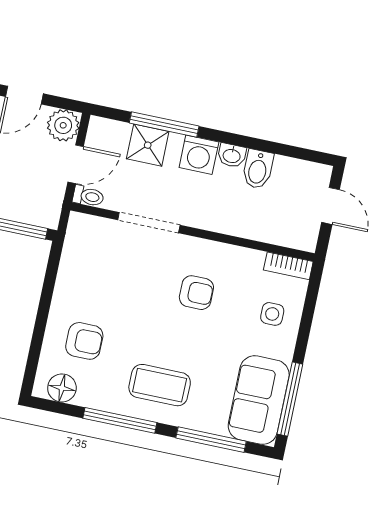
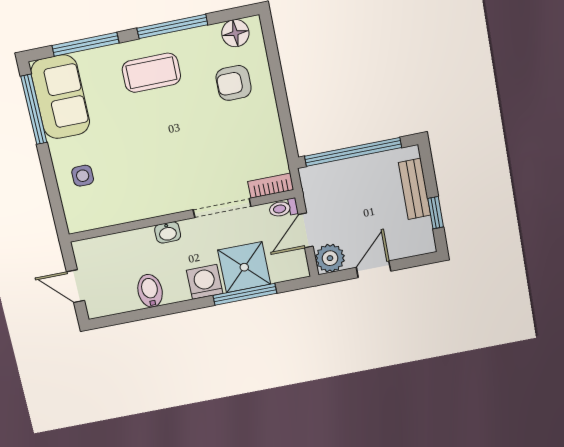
shower: (148, 145) -> (244, 267), width x1.36, depth x1.36
washbasin: (232, 155) -> (168, 232), moved, turned 180
bookcase: (288, 266) -> (271, 186), moved
armchair: (196, 293) -> (155, 166), removed

